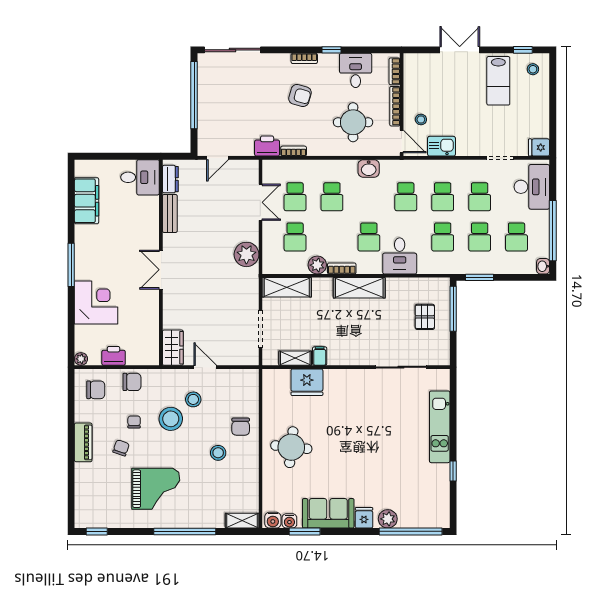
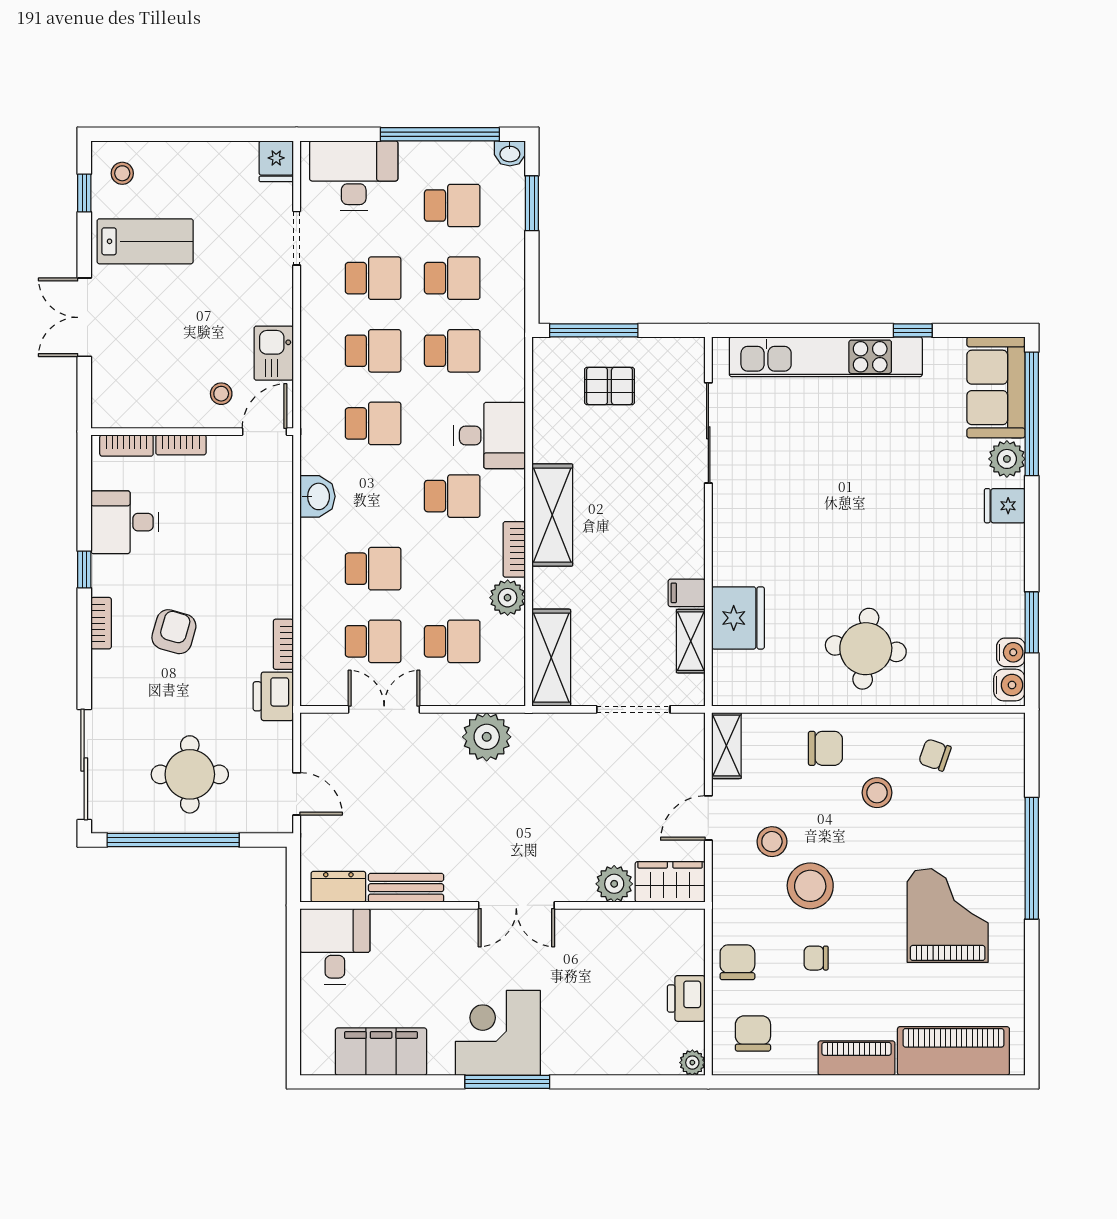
bookcase: (395, 106) -> (181, 445), width x0.64
round table: (353, 122) -> (190, 774), moved
window: (479, 277) -> (532, 203), moved
corner desk: (96, 303) -> (498, 1033), moved
plant: (172, 319) -> (614, 884), added
kitchen unit: (440, 427) -> (826, 357), width x1.36
chair: (121, 448) -> (935, 755), moved
piano: (87, 492) -> (953, 1051), added
sofa: (328, 513) -> (996, 387), moved
shelving: (242, 521) -> (726, 746), moved
window: (97, 531) -> (1032, 1032), removed

